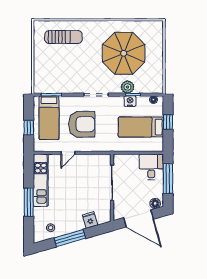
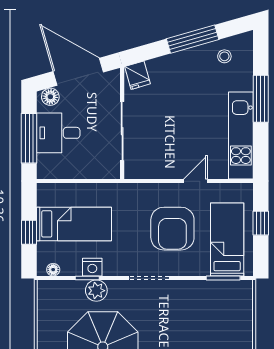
armchair: (82, 124) -> (172, 229), turned -90
desk: (151, 167) -> (58, 133), moved, turned 90
fridge: (90, 220) -> (138, 75), moved

